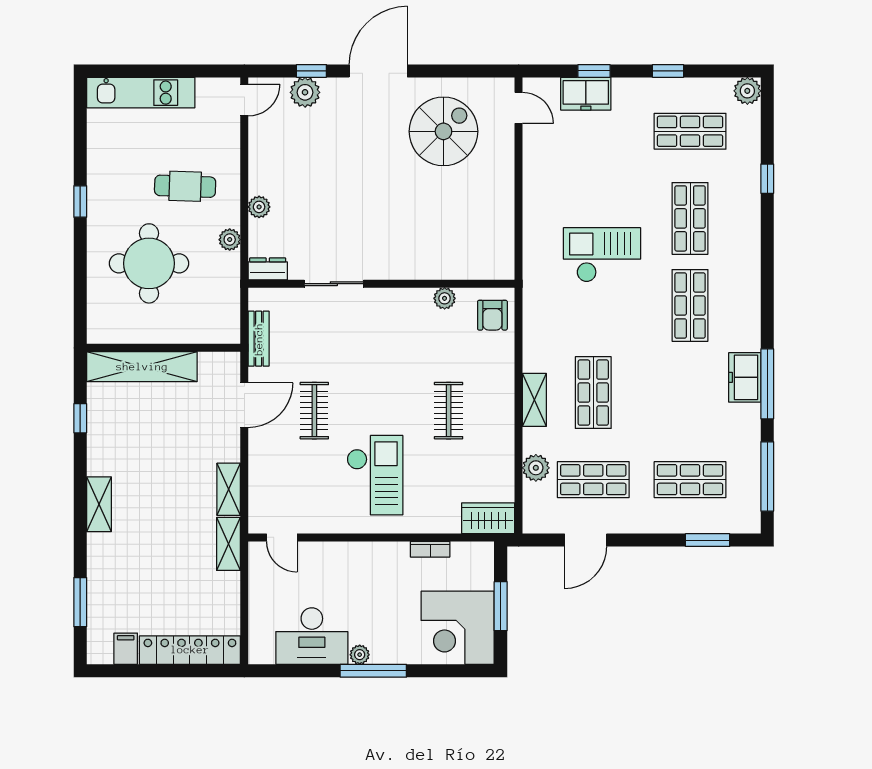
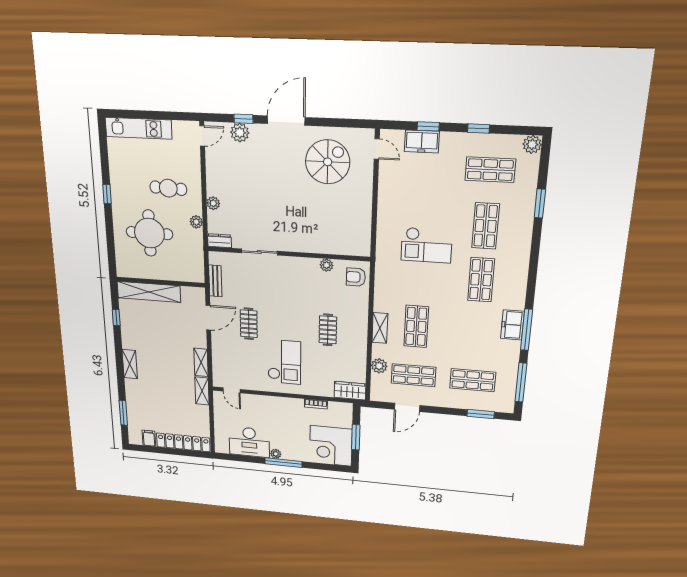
window: (767, 179) -> (540, 203), width x1.50
checkout: (602, 255) -> (427, 245), turned 180
armchair: (492, 315) -> (356, 277), turned 90

